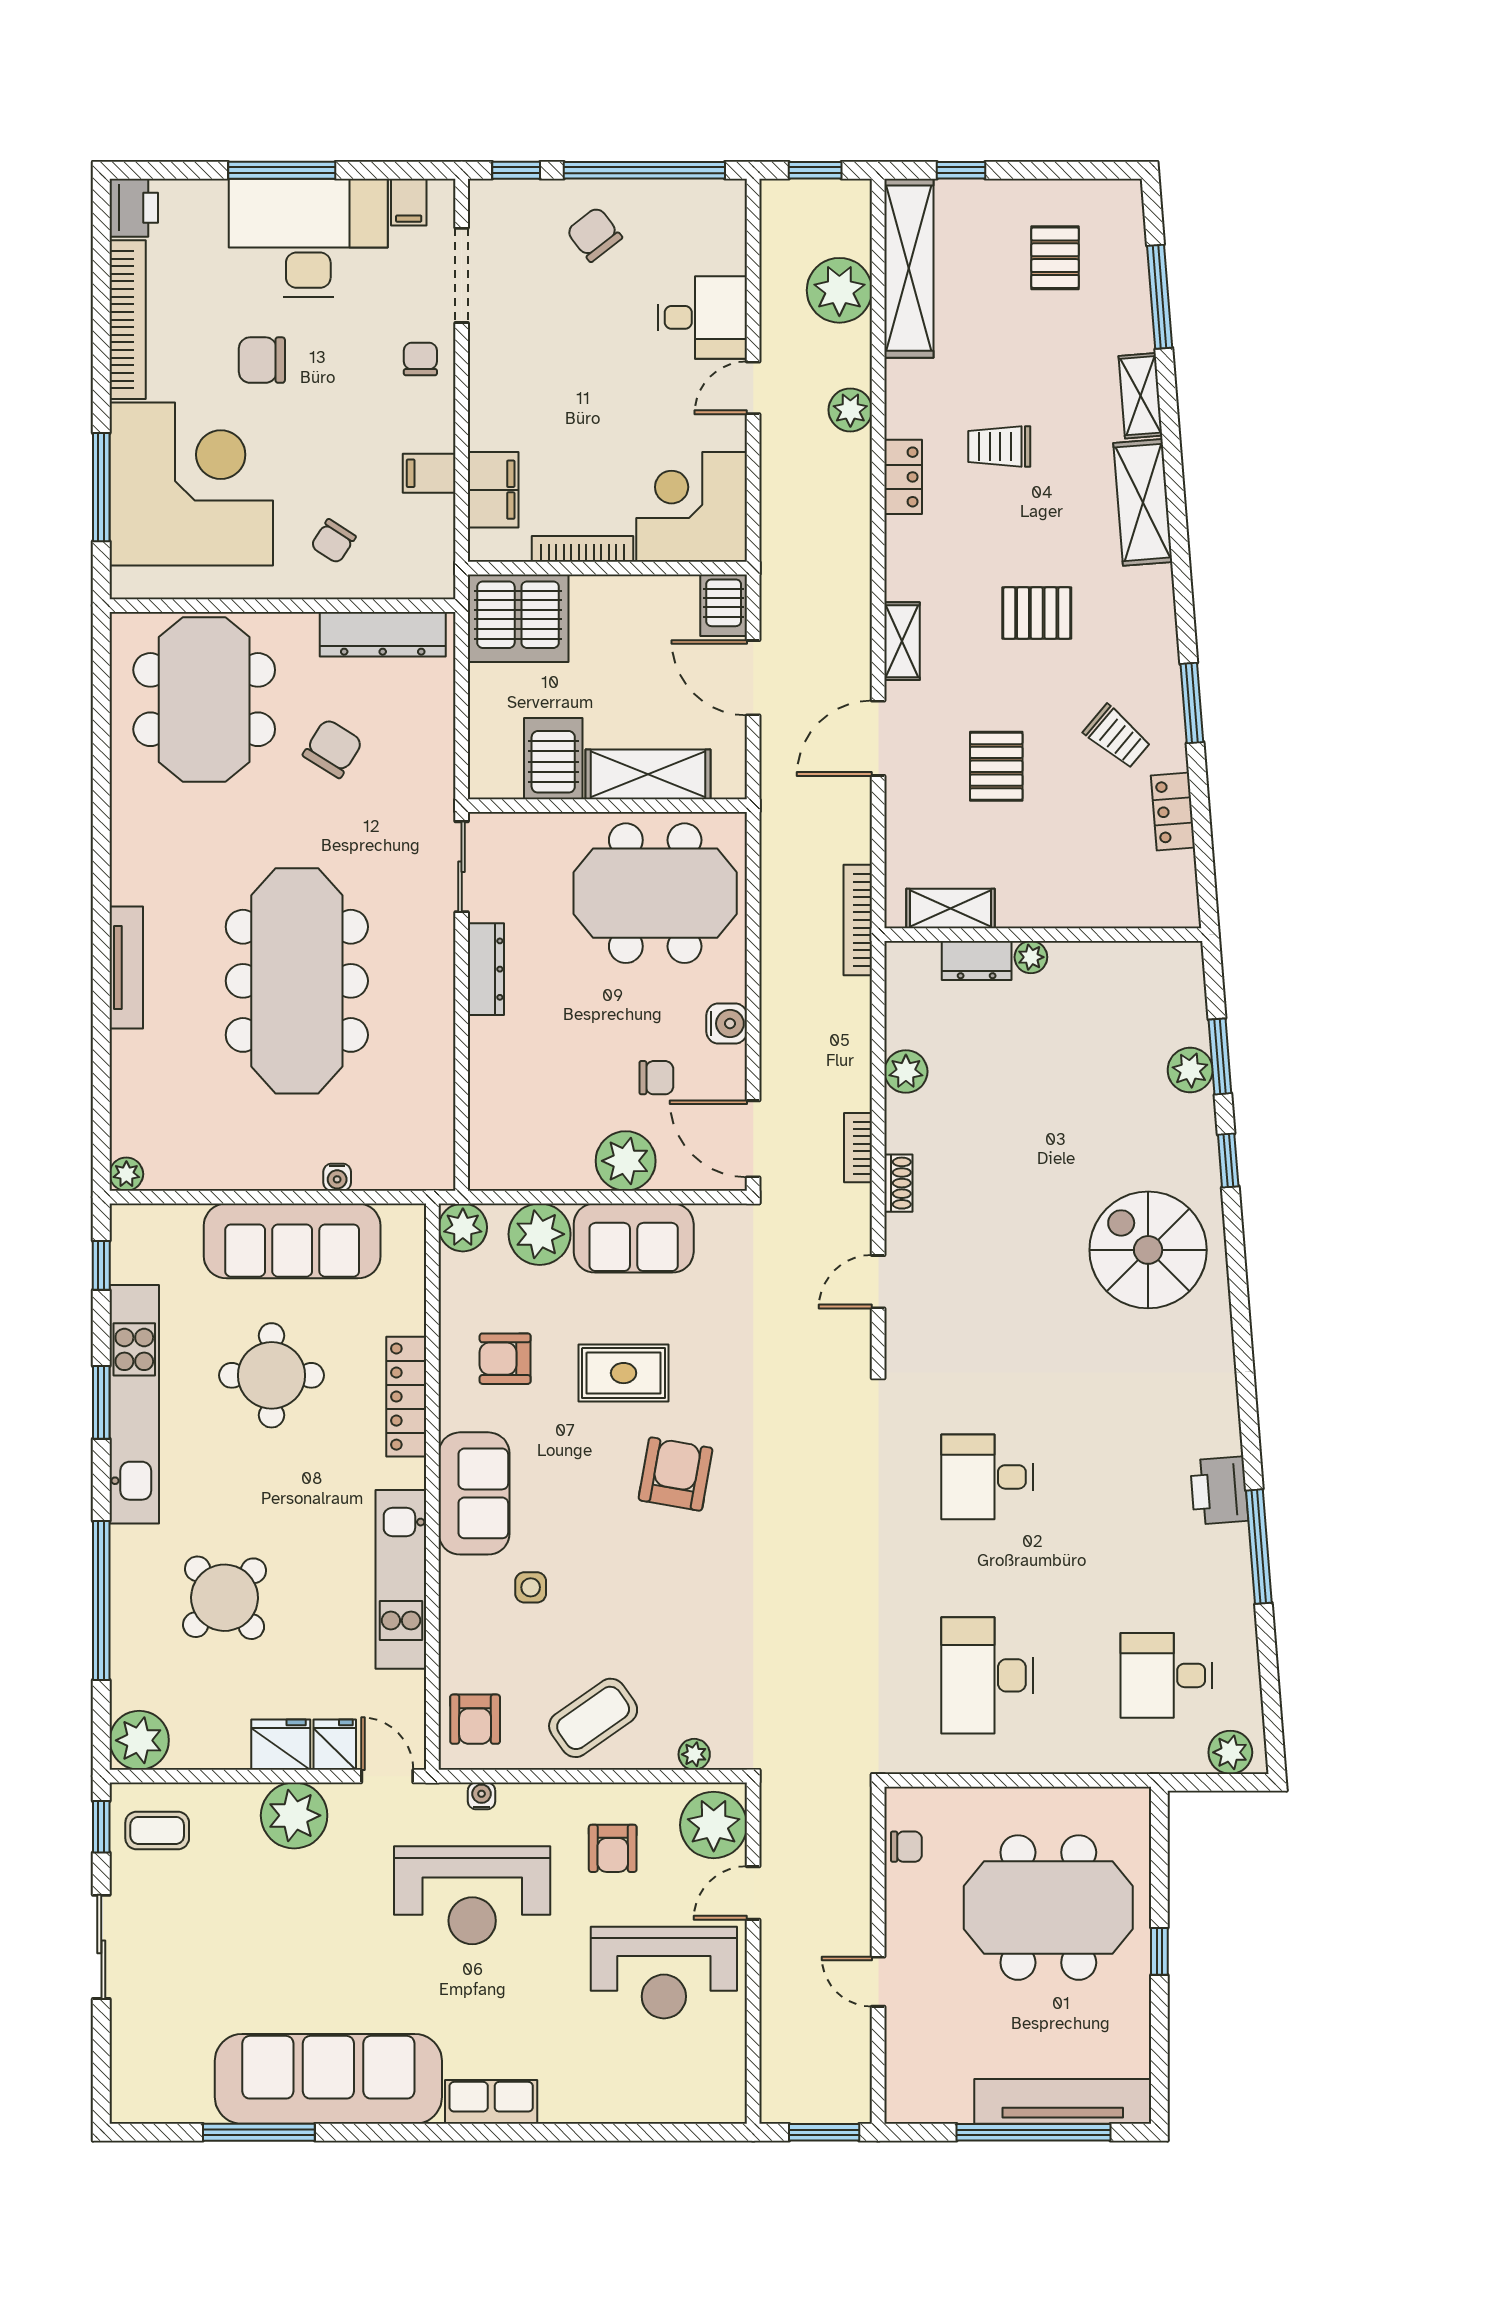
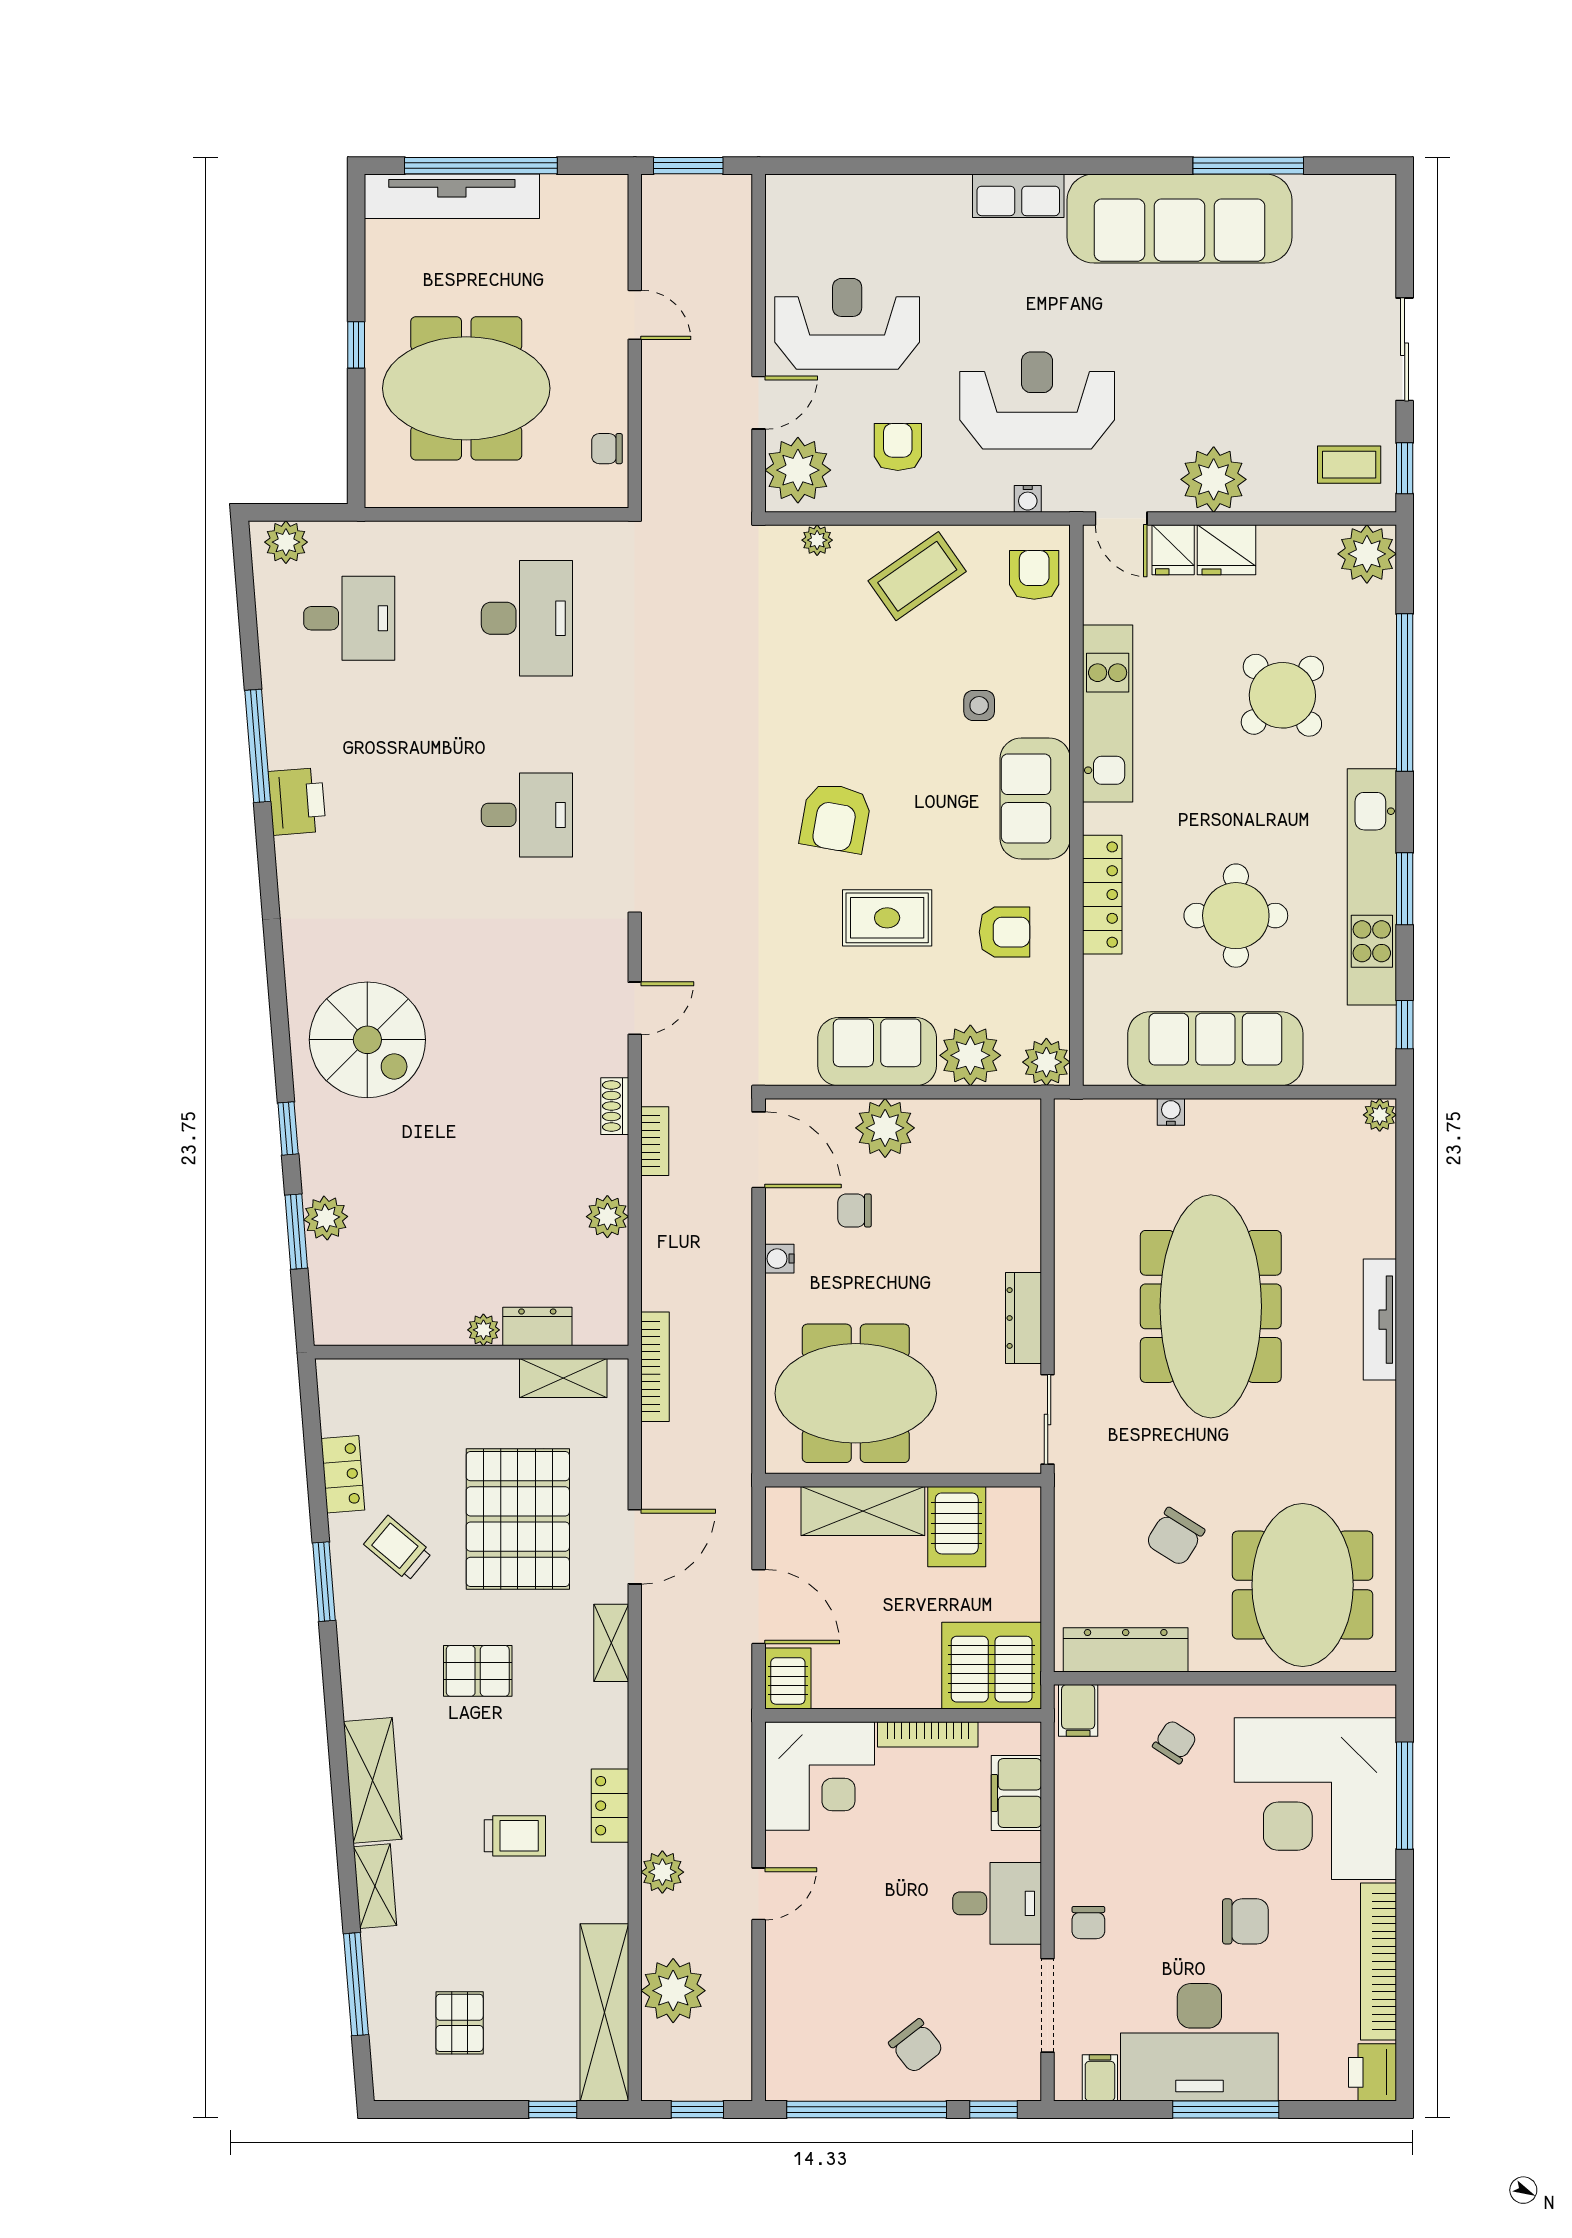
desk: (702, 317) -> (997, 1903), moved, turned 180
filing cabinet: (429, 473) -> (1078, 1710), moved, turned 90
pallet: (996, 766) -> (518, 1519), width x2.05, depth x2.00
water cooler: (727, 1024) -> (779, 1259), width x0.72, depth x0.72

